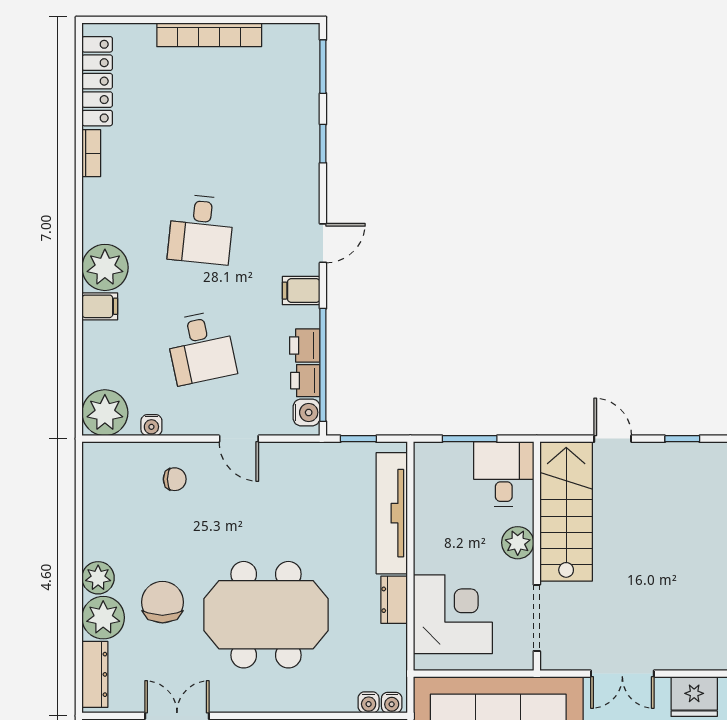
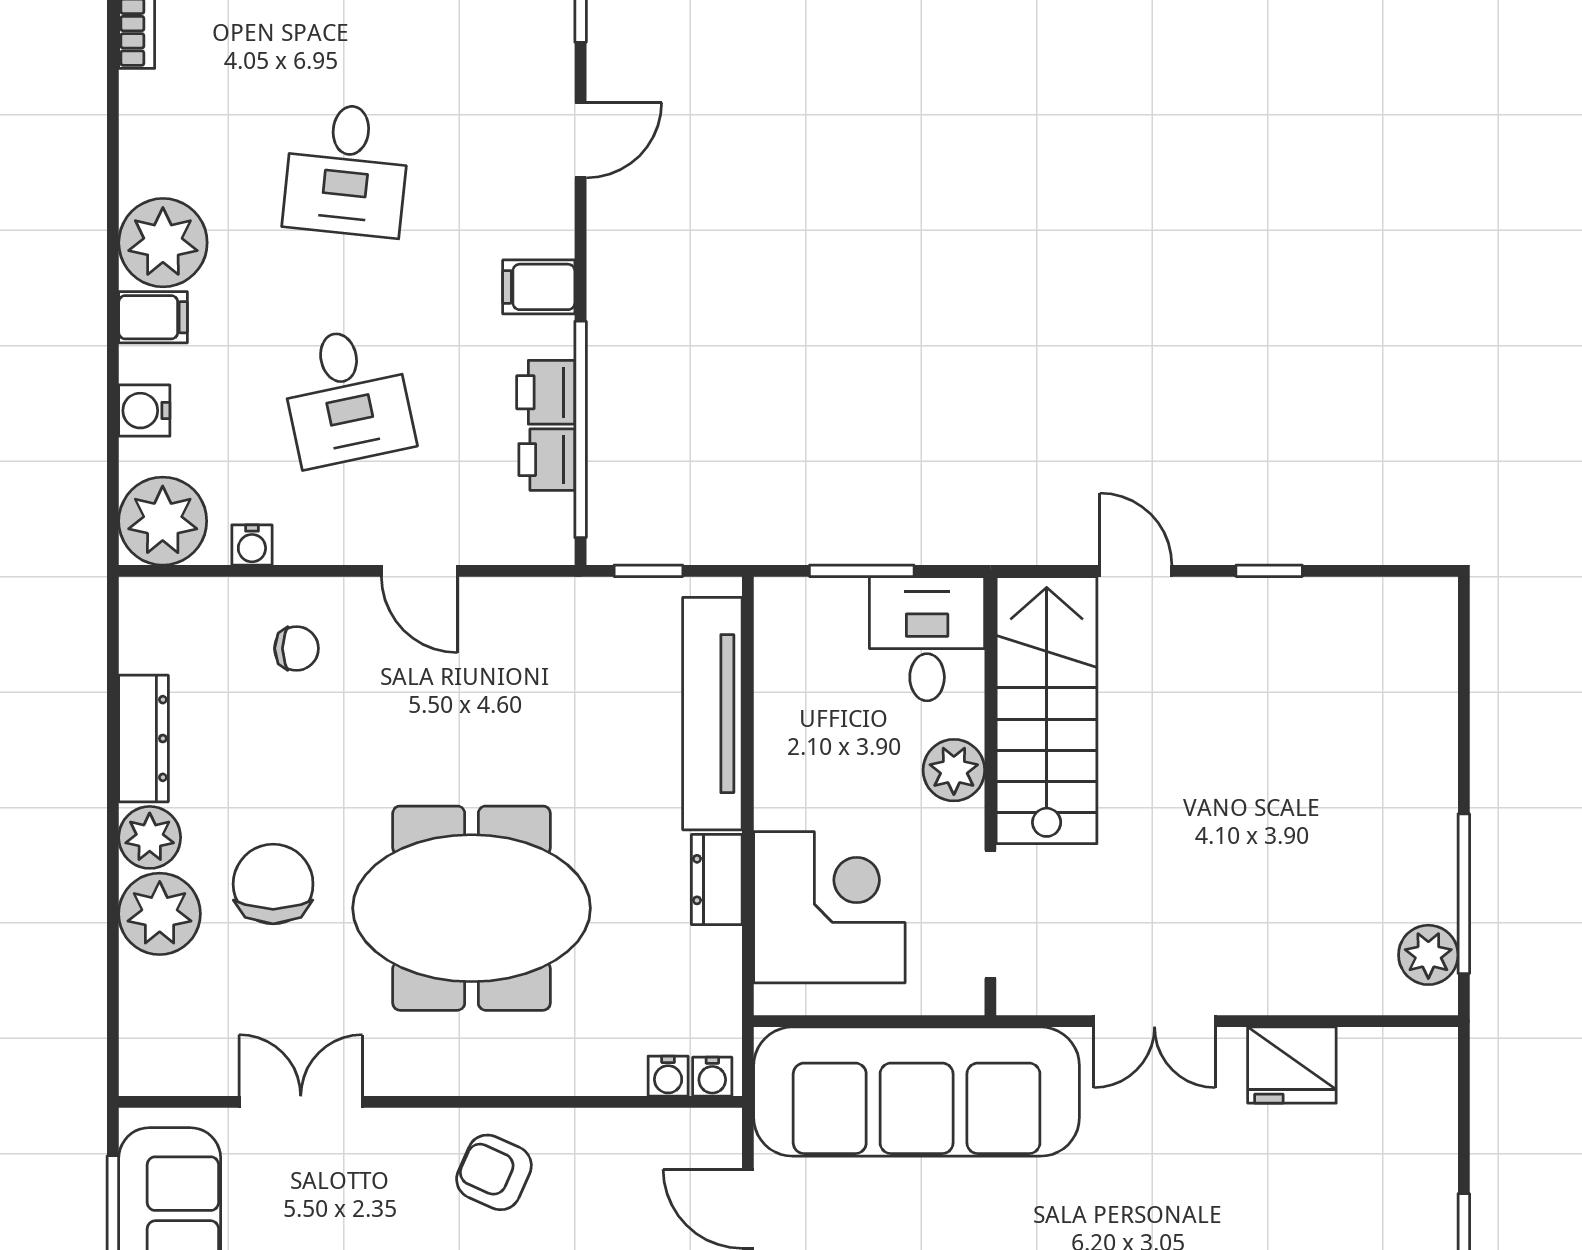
door: (323, 243) -> (581, 140), moved
water cooler: (307, 412) -> (144, 411), moved, turned 180
dresser: (95, 674) -> (143, 739), moved

